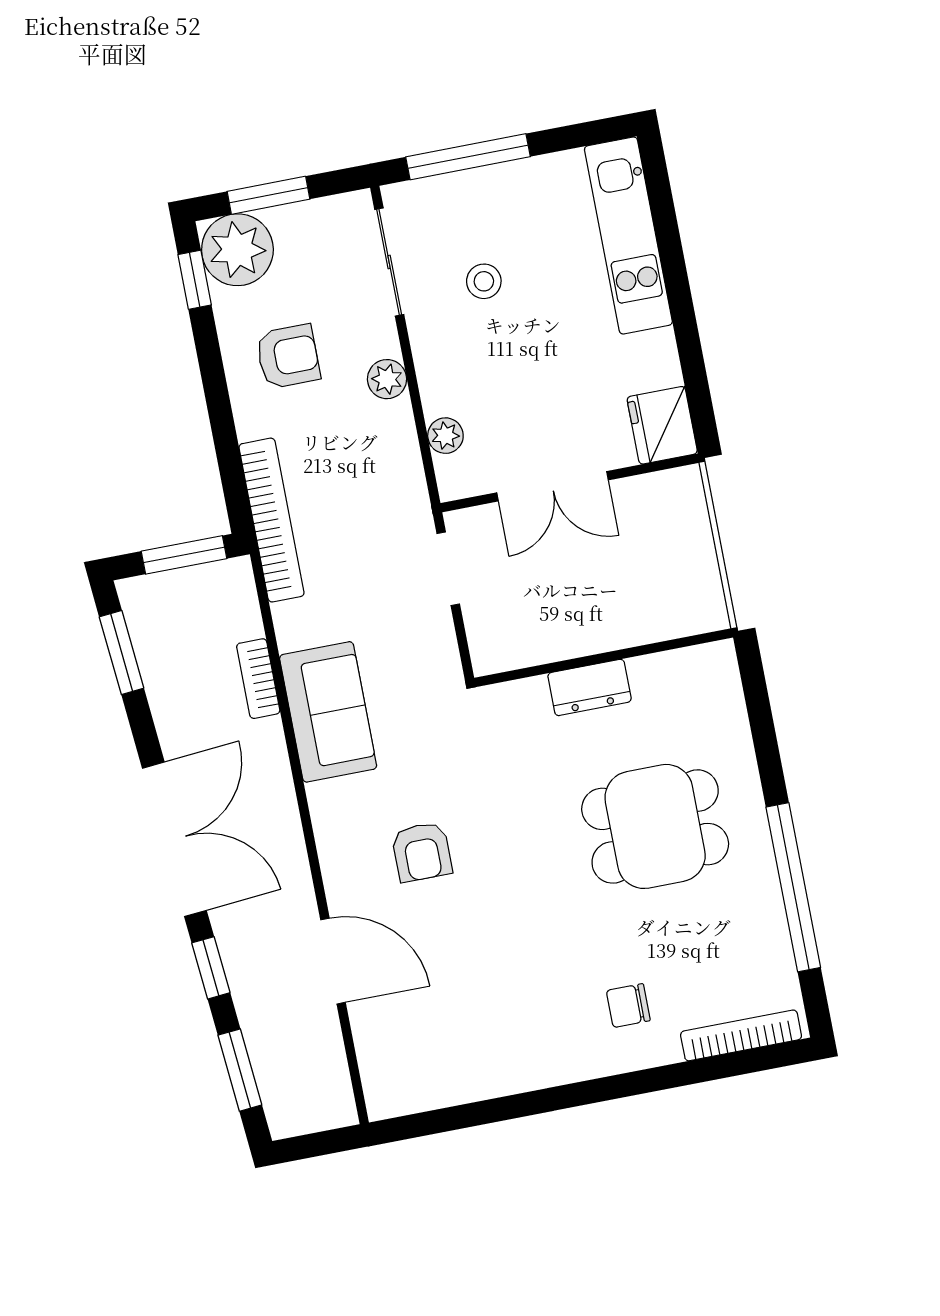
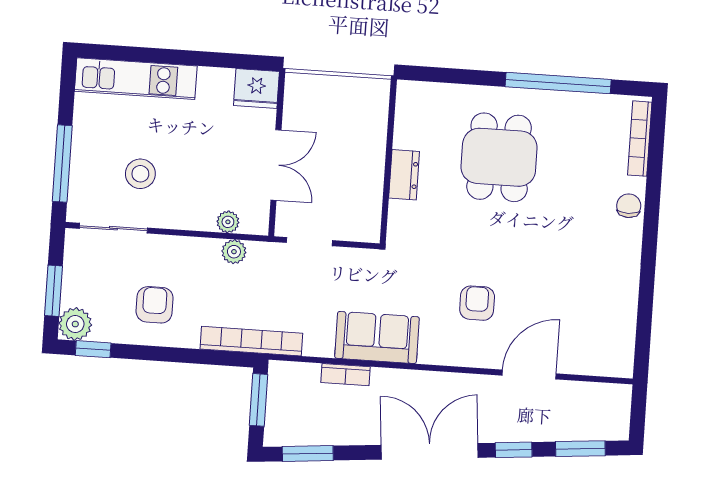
plant: (237, 250) -> (75, 324), width x0.73, depth x0.73
stool: (484, 281) -> (140, 174), width x1.37, depth x1.37
plant: (387, 379) -> (234, 252), moved
armchair: (422, 852) -> (477, 303), turned -90
chair: (628, 1006) -> (629, 206), moved, turned 180

